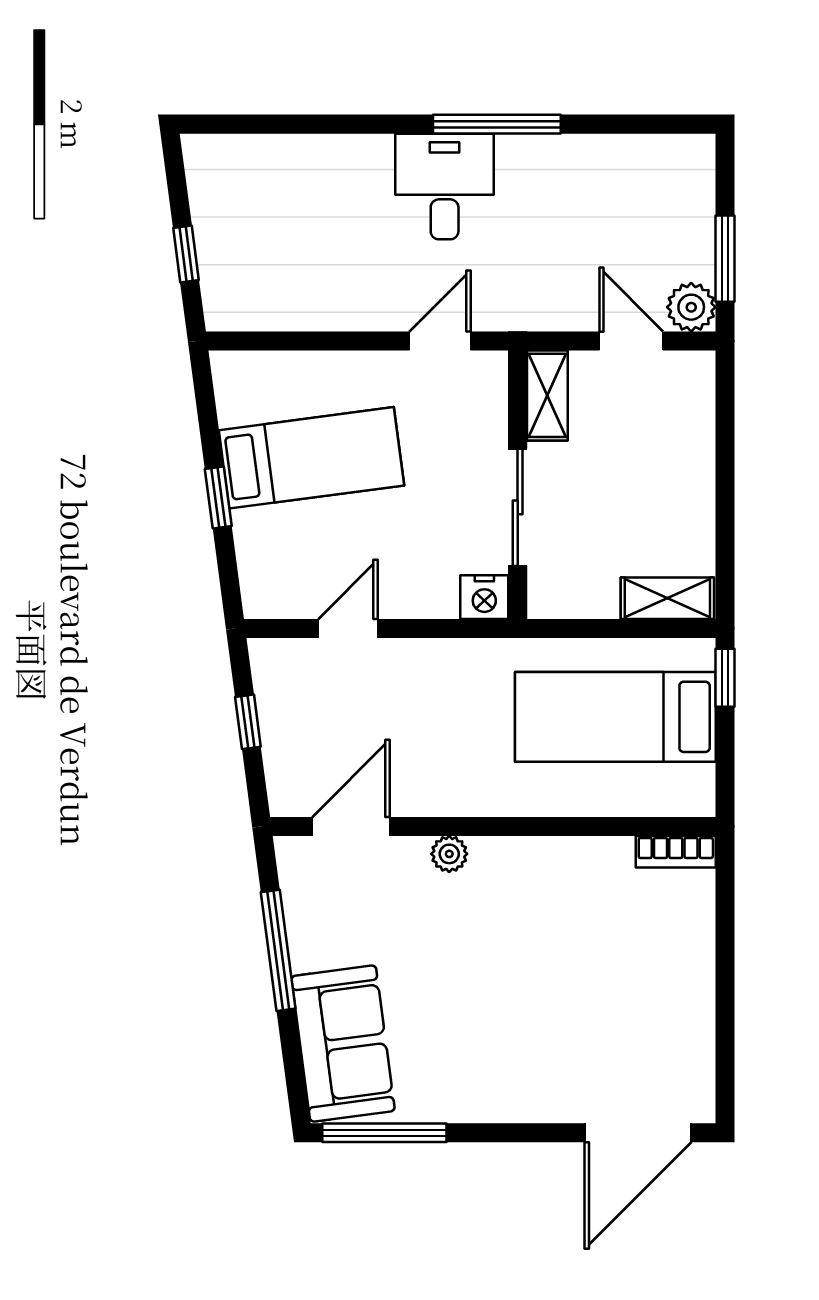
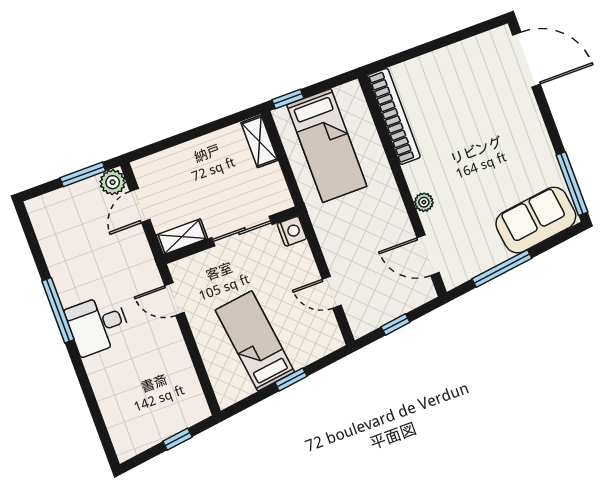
bookcase: (676, 852) -> (394, 116), width x2.31, depth x1.31

